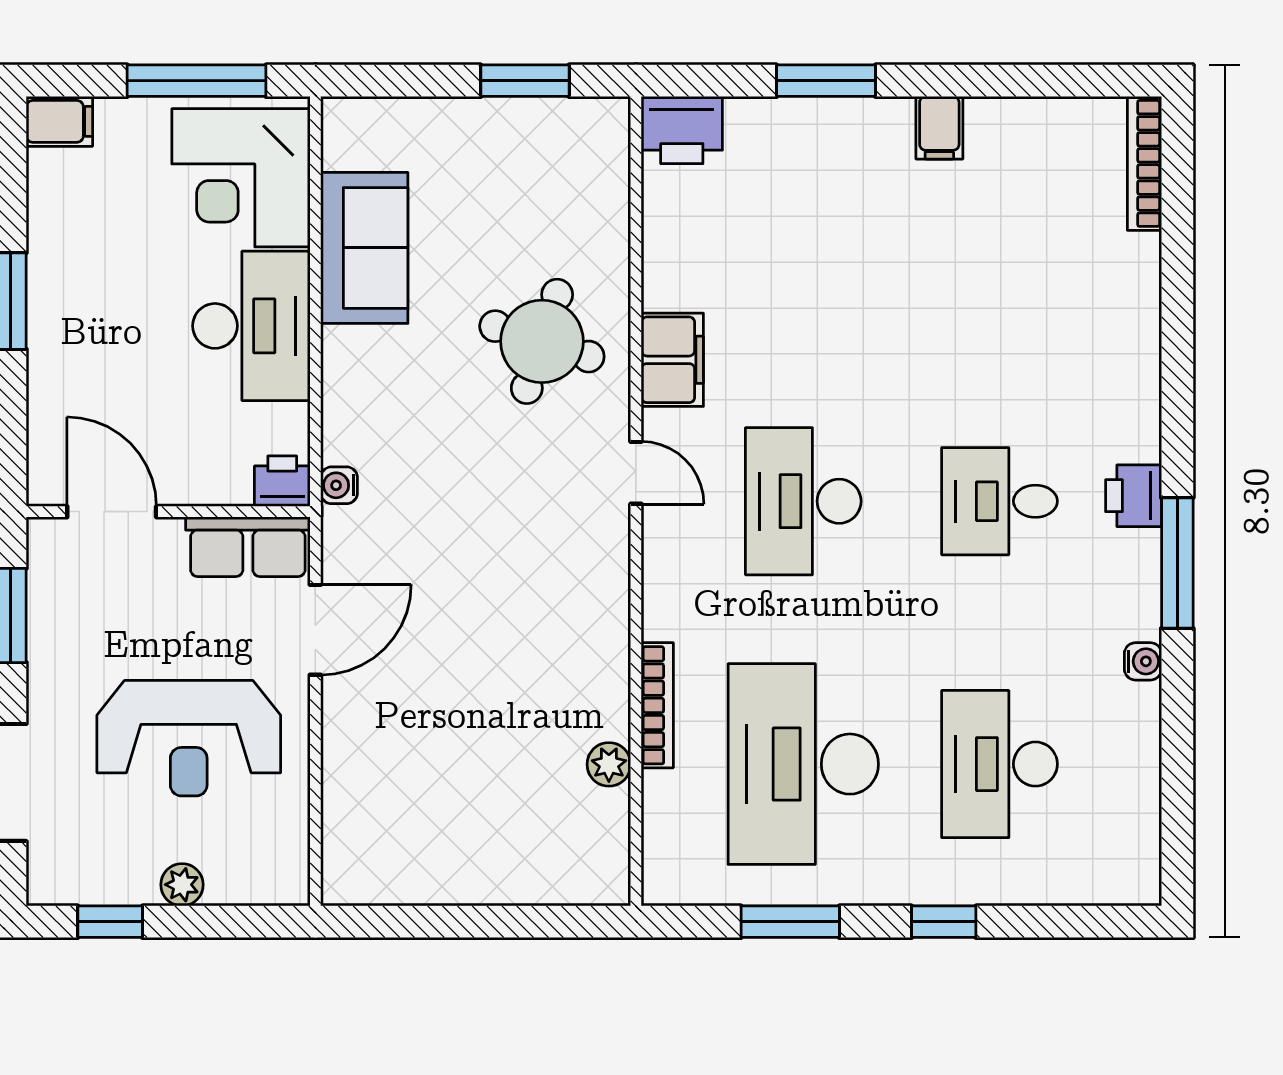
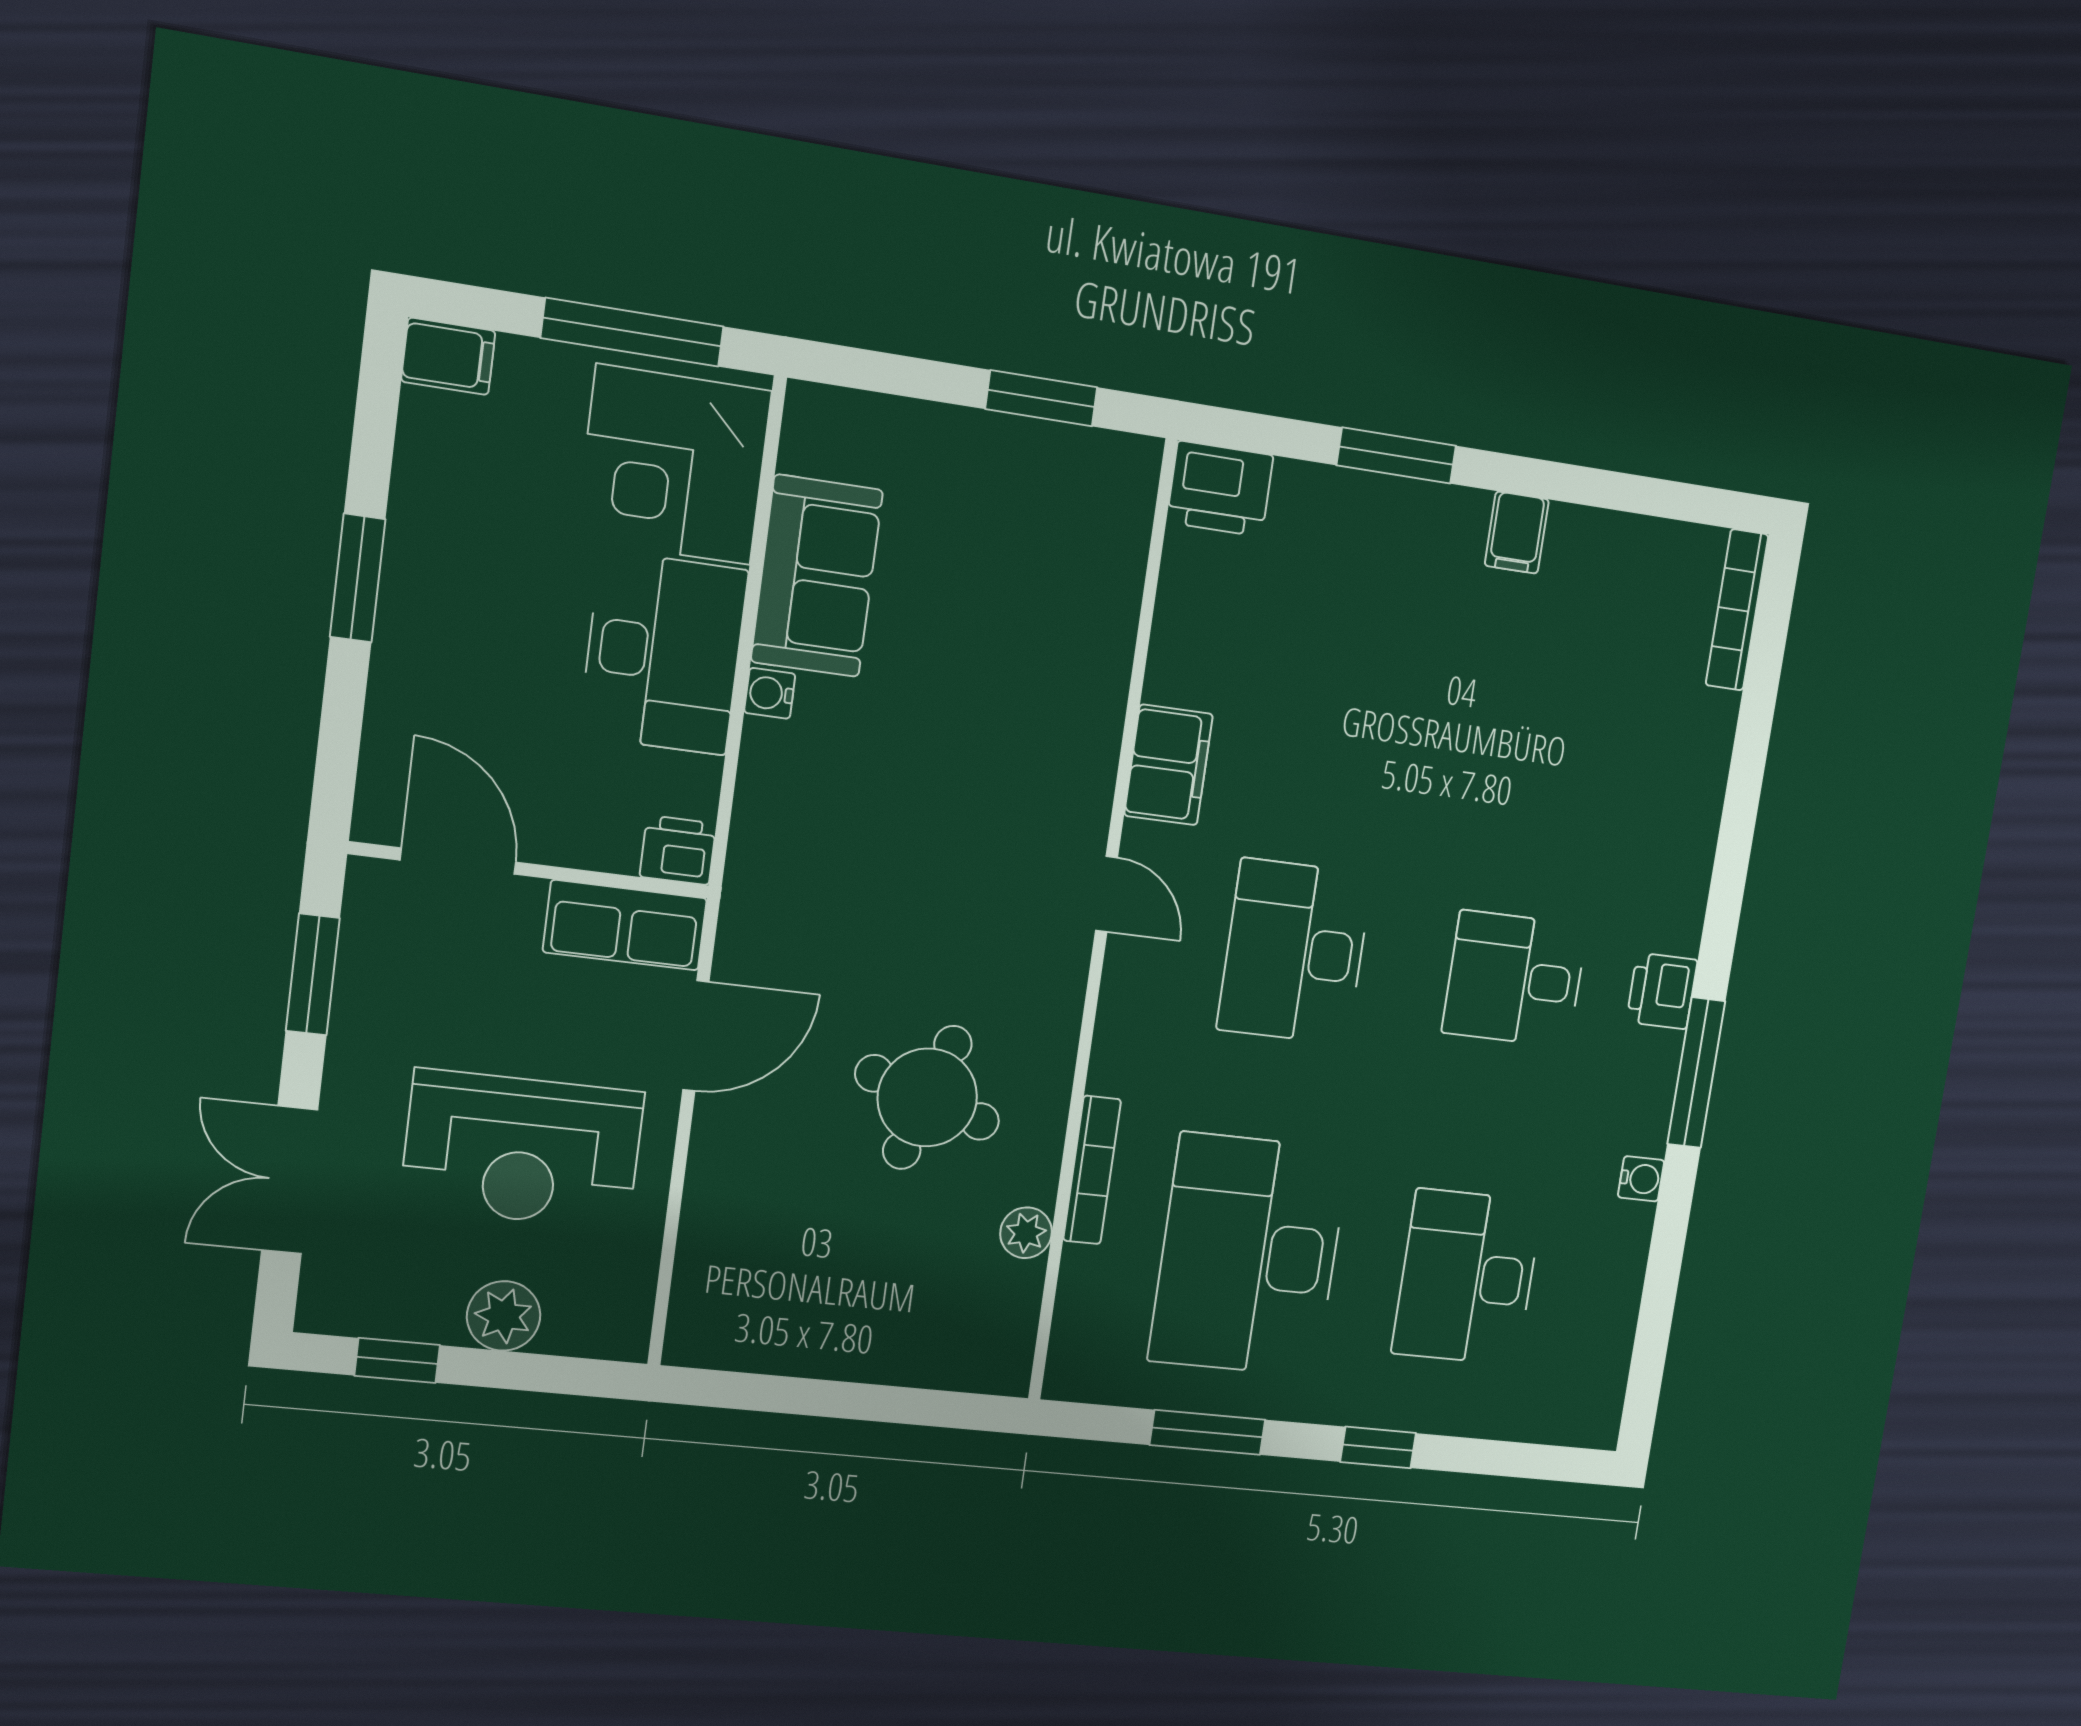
round table: (542, 341) -> (927, 1097), moved
water cooler: (339, 485) -> (770, 693), moved
plant: (182, 885) -> (504, 1316), width x1.38, depth x1.38

